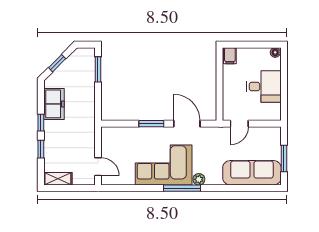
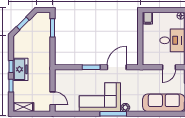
freezer: (54, 104) -> (20, 69), moved
door: (187, 124) -> (117, 67), hinge flipped
door: (239, 124) -> (169, 67), moved

